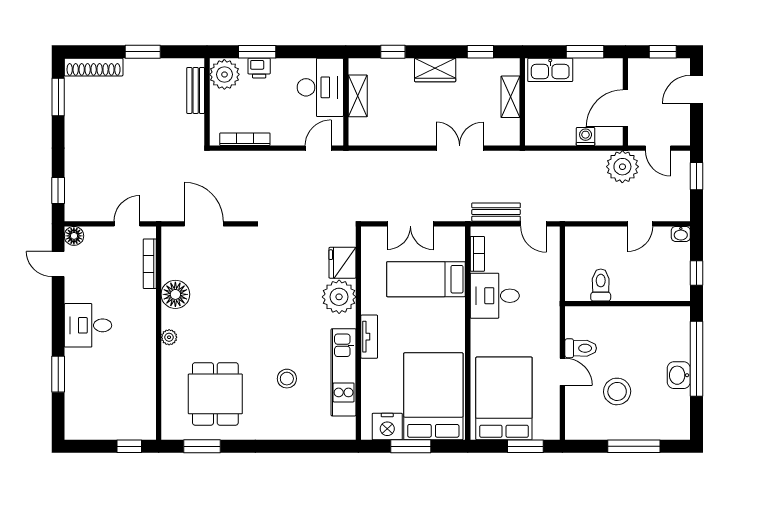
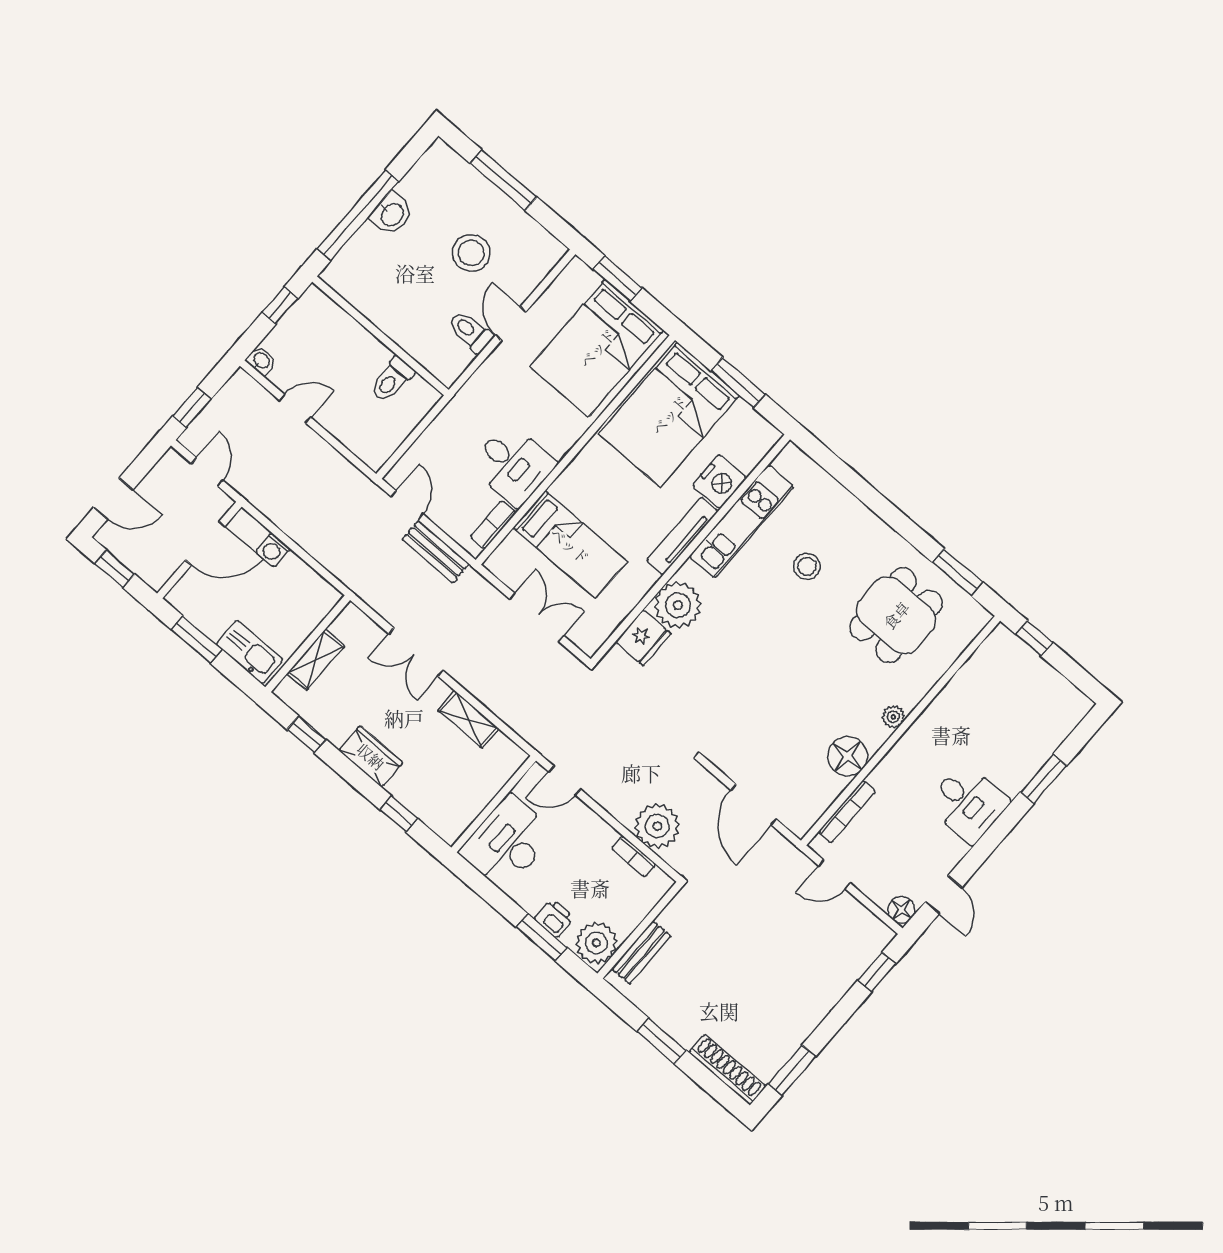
shelving: (358, 96) -> (468, 719), moved, turned 90
bookcase: (245, 139) -> (634, 856), width x0.64
plant: (622, 167) -> (657, 826), moved
tv unit: (369, 337) -> (682, 536), width x1.41
nightstand: (387, 427) -> (720, 482), moved, turned 90

